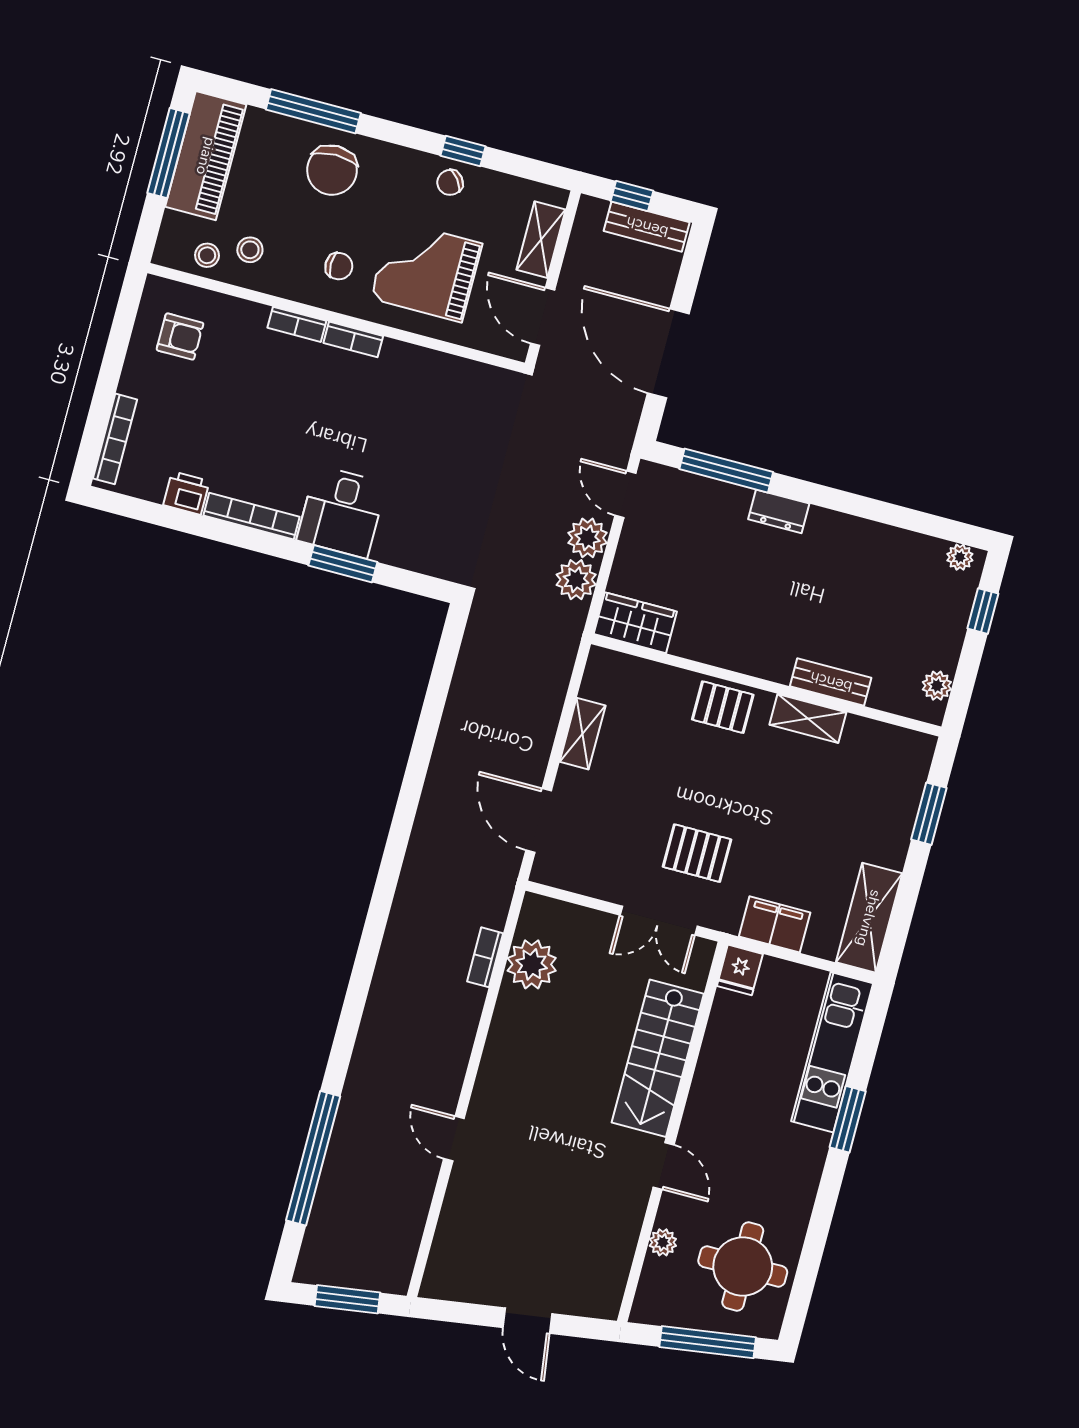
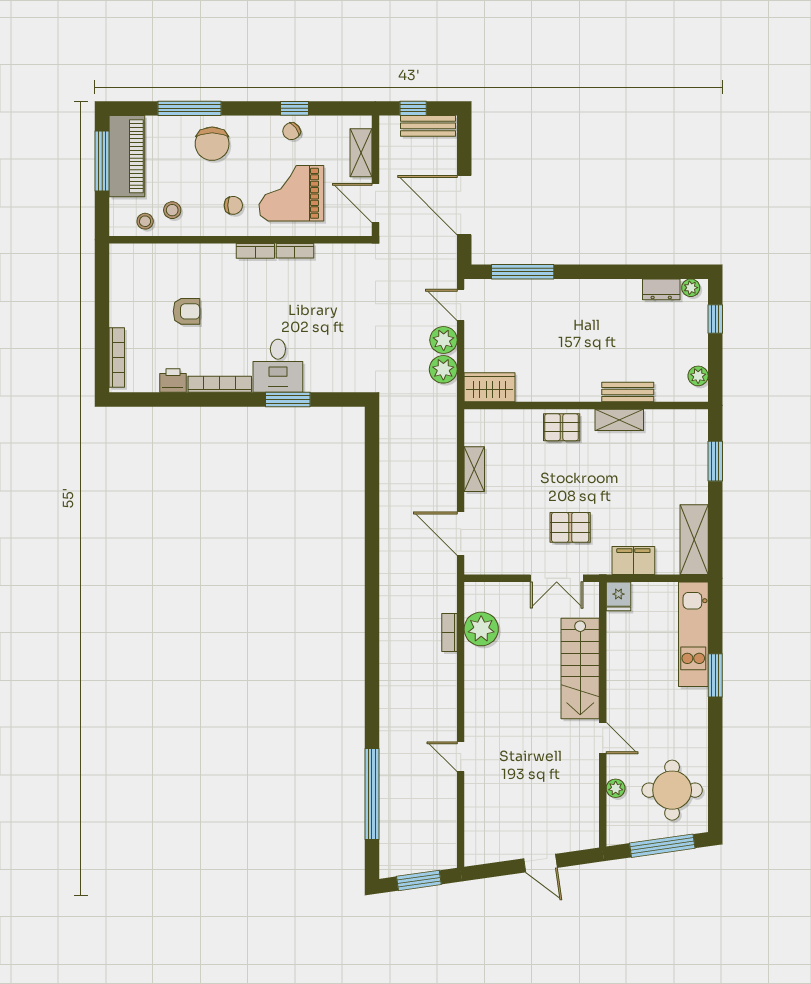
bookcase: (297, 324) -> (295, 251), moved
armchair: (180, 337) -> (186, 311), moved
dresser: (779, 511) -> (661, 289), moved

